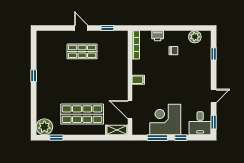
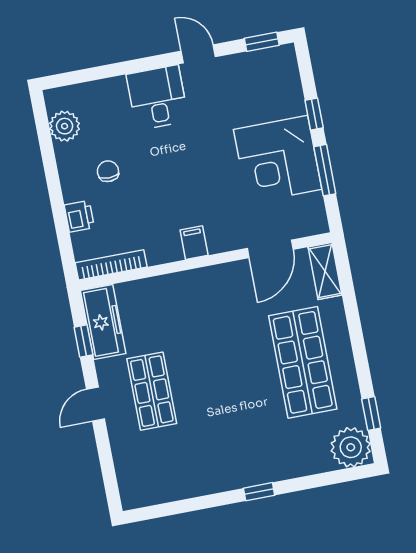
freezer: (113, 37) -> (103, 322), added
window: (214, 54) -> (97, 73), removed
window: (34, 76) -> (259, 492), moved
desk: (200, 123) -> (157, 98), moved, turned -90

